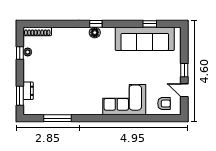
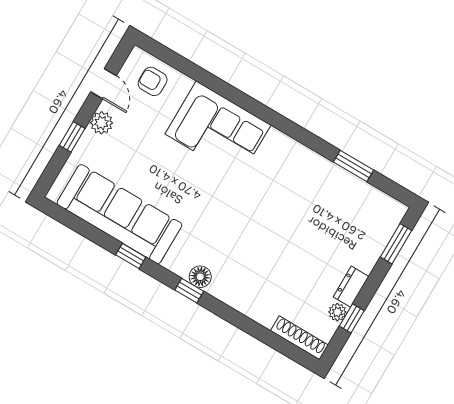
window: (150, 24) -> (131, 256), moved
window: (184, 70) -> (72, 137), moved
plant: (175, 73) -> (101, 123), added
dresser: (28, 91) -> (351, 287), moved
window: (57, 118) -> (354, 166), width x0.69

